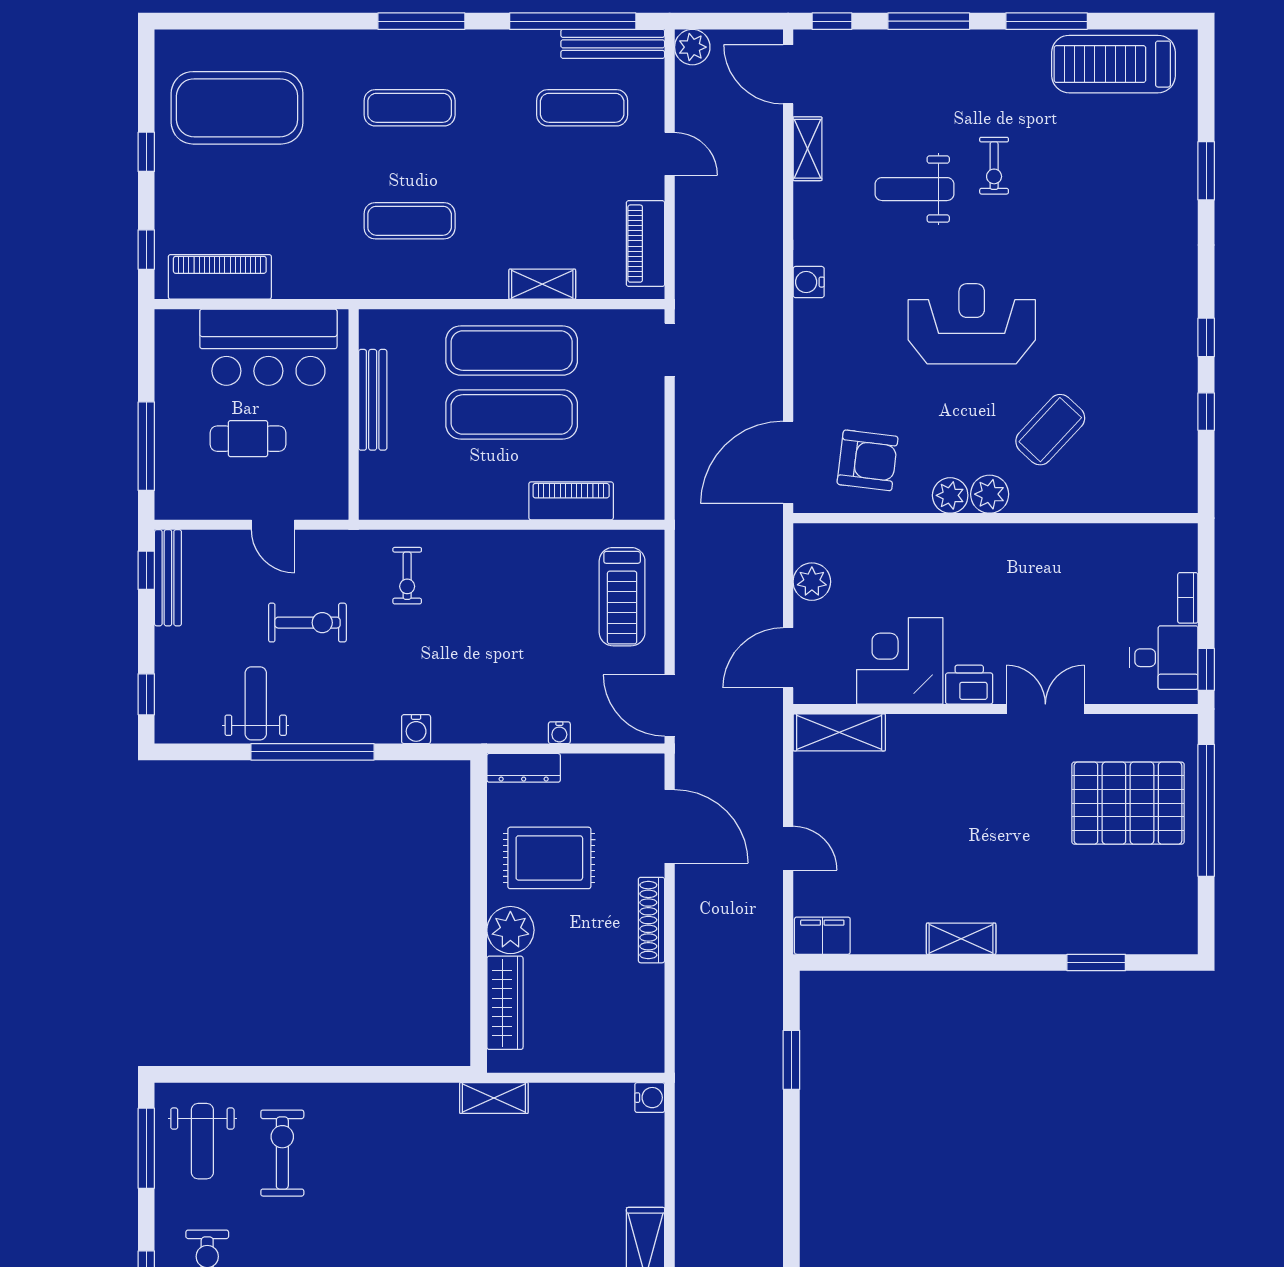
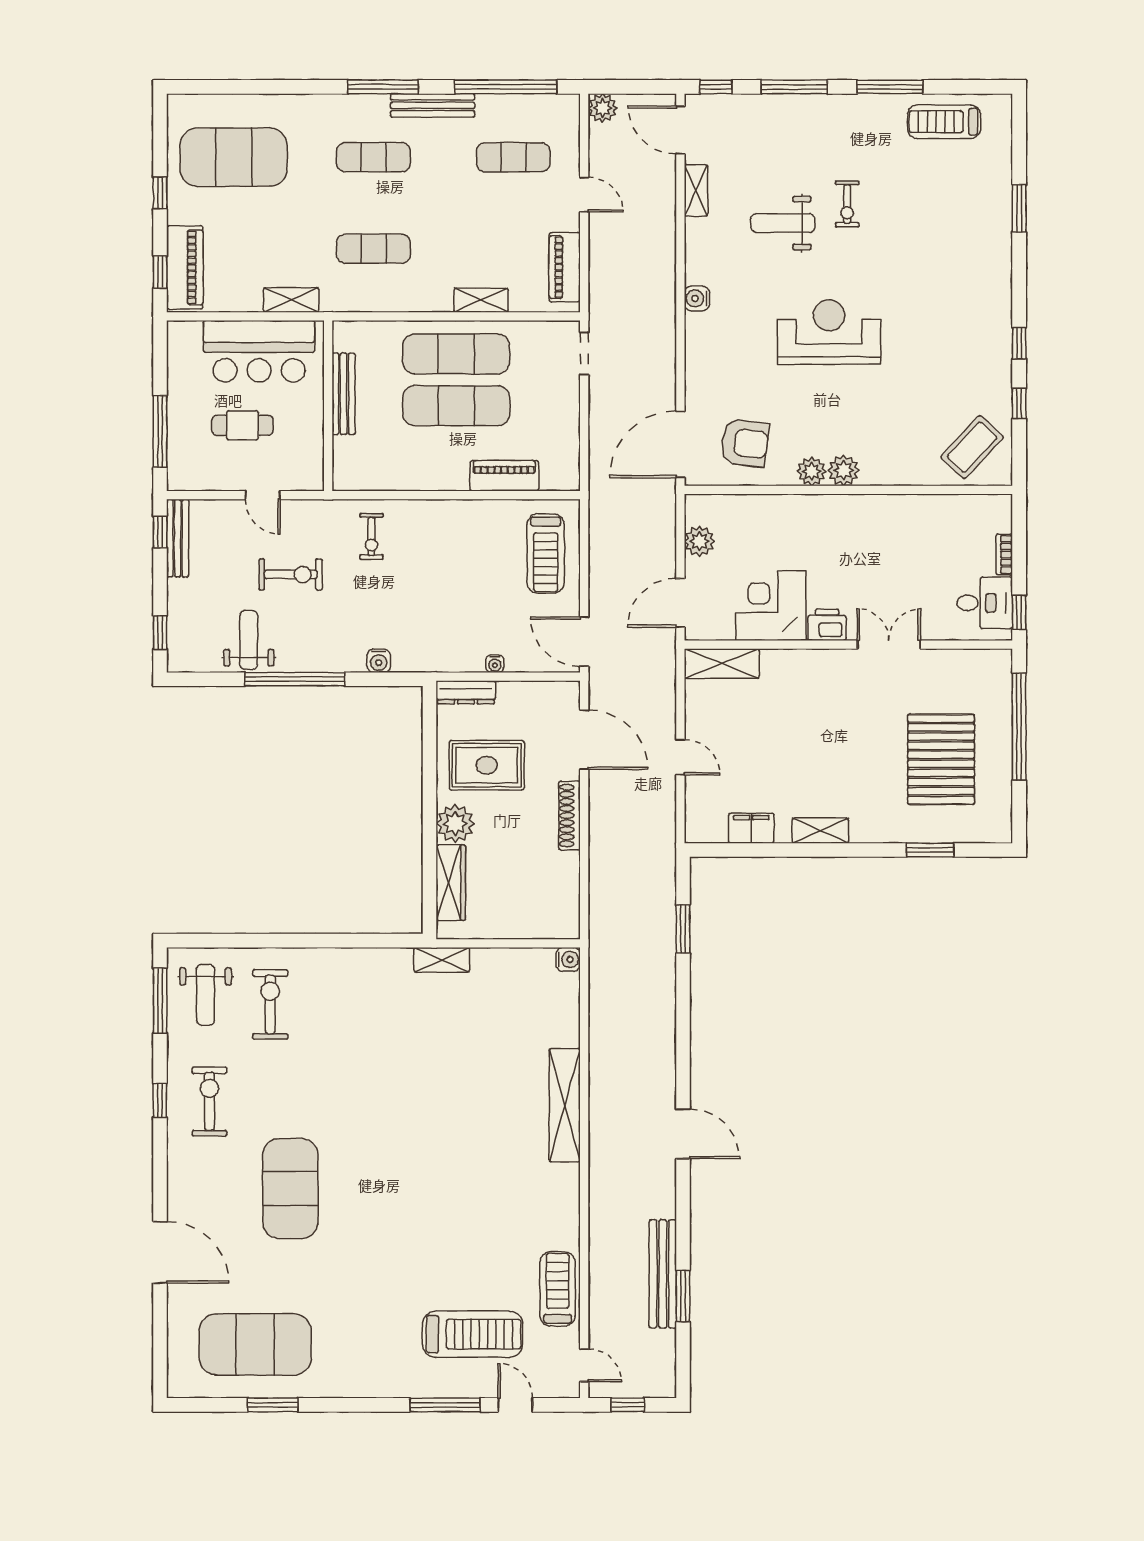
bench: (613, 44) -> (433, 105), moved
treadmill: (1114, 64) -> (944, 122), width x0.73, depth x0.73
piano: (220, 277) -> (185, 267), moved, turned 90
shelving: (308, 284) -> (291, 300), added
coffee table: (1050, 430) -> (972, 447), moved
pallet: (1128, 803) -> (941, 759), moved, turned 90
filing cabinet: (822, 936) -> (751, 828), moved

